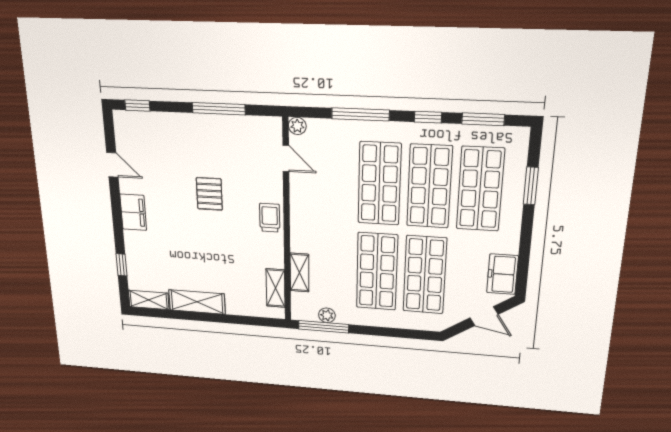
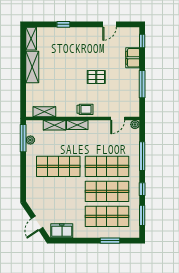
filing cabinet: (133, 212) -> (133, 58), moved, turned 90
shelving: (299, 233) -> (77, 125), added
window: (122, 265) -> (63, 24), moved
shop shelf: (425, 275) -> (58, 191), removed

